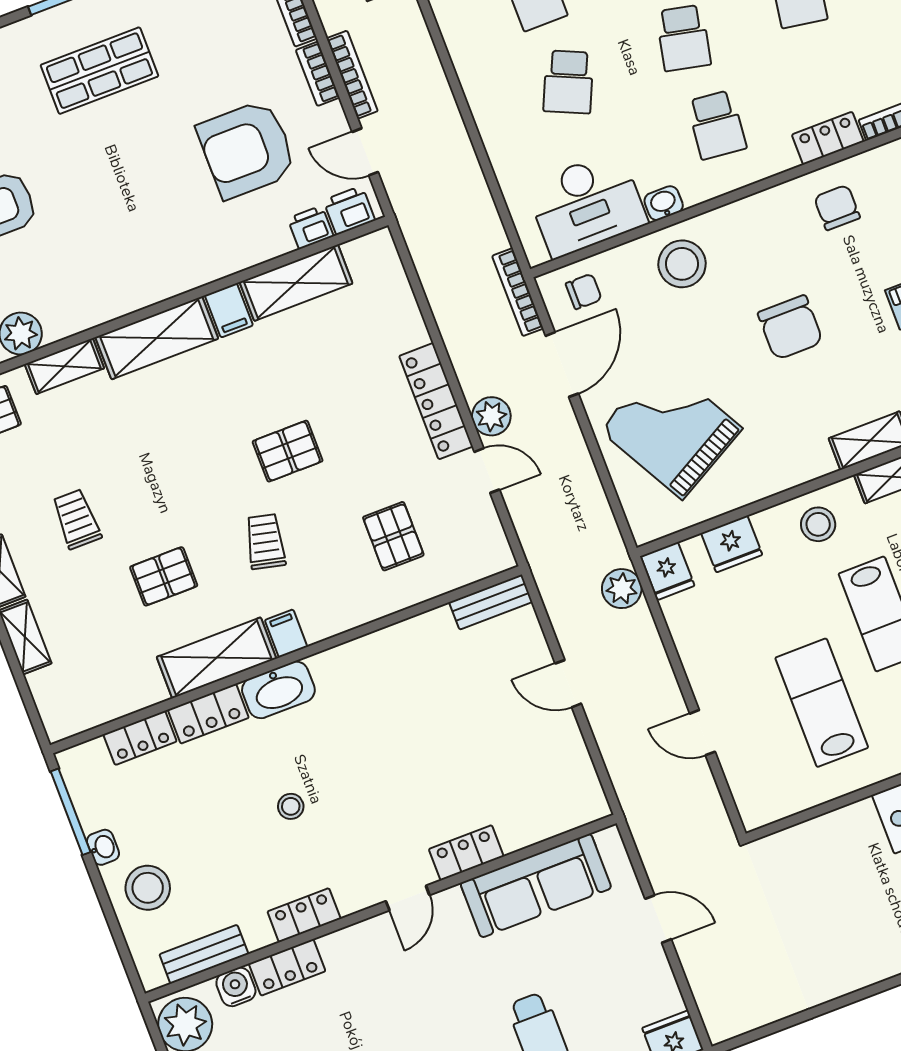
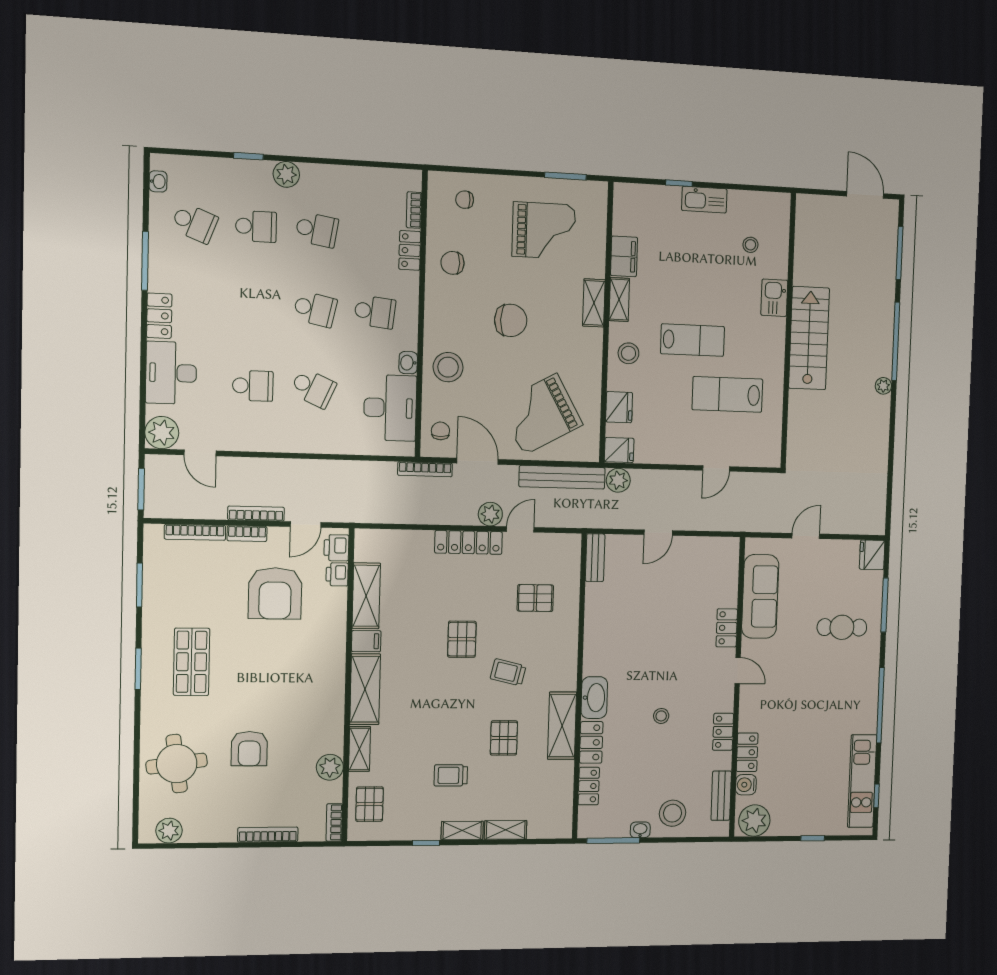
bench: (591, 501) -> (562, 477), added
filing cabinet: (286, 633) -> (565, 681), removed

